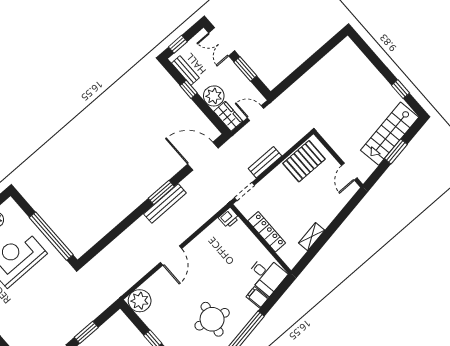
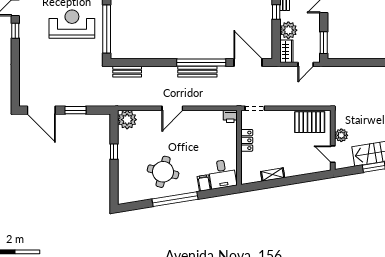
window: (245, 69) -> (324, 43), moved
door: (255, 113) -> (306, 64), swing flipped
plant: (342, 148) -> (341, 135), added
bench: (265, 162) -> (127, 72), moved
door: (349, 172) -> (333, 154), hinge flipped
window: (161, 192) -> (201, 63), width x2.11
locker: (267, 232) -> (247, 140), width x0.66

